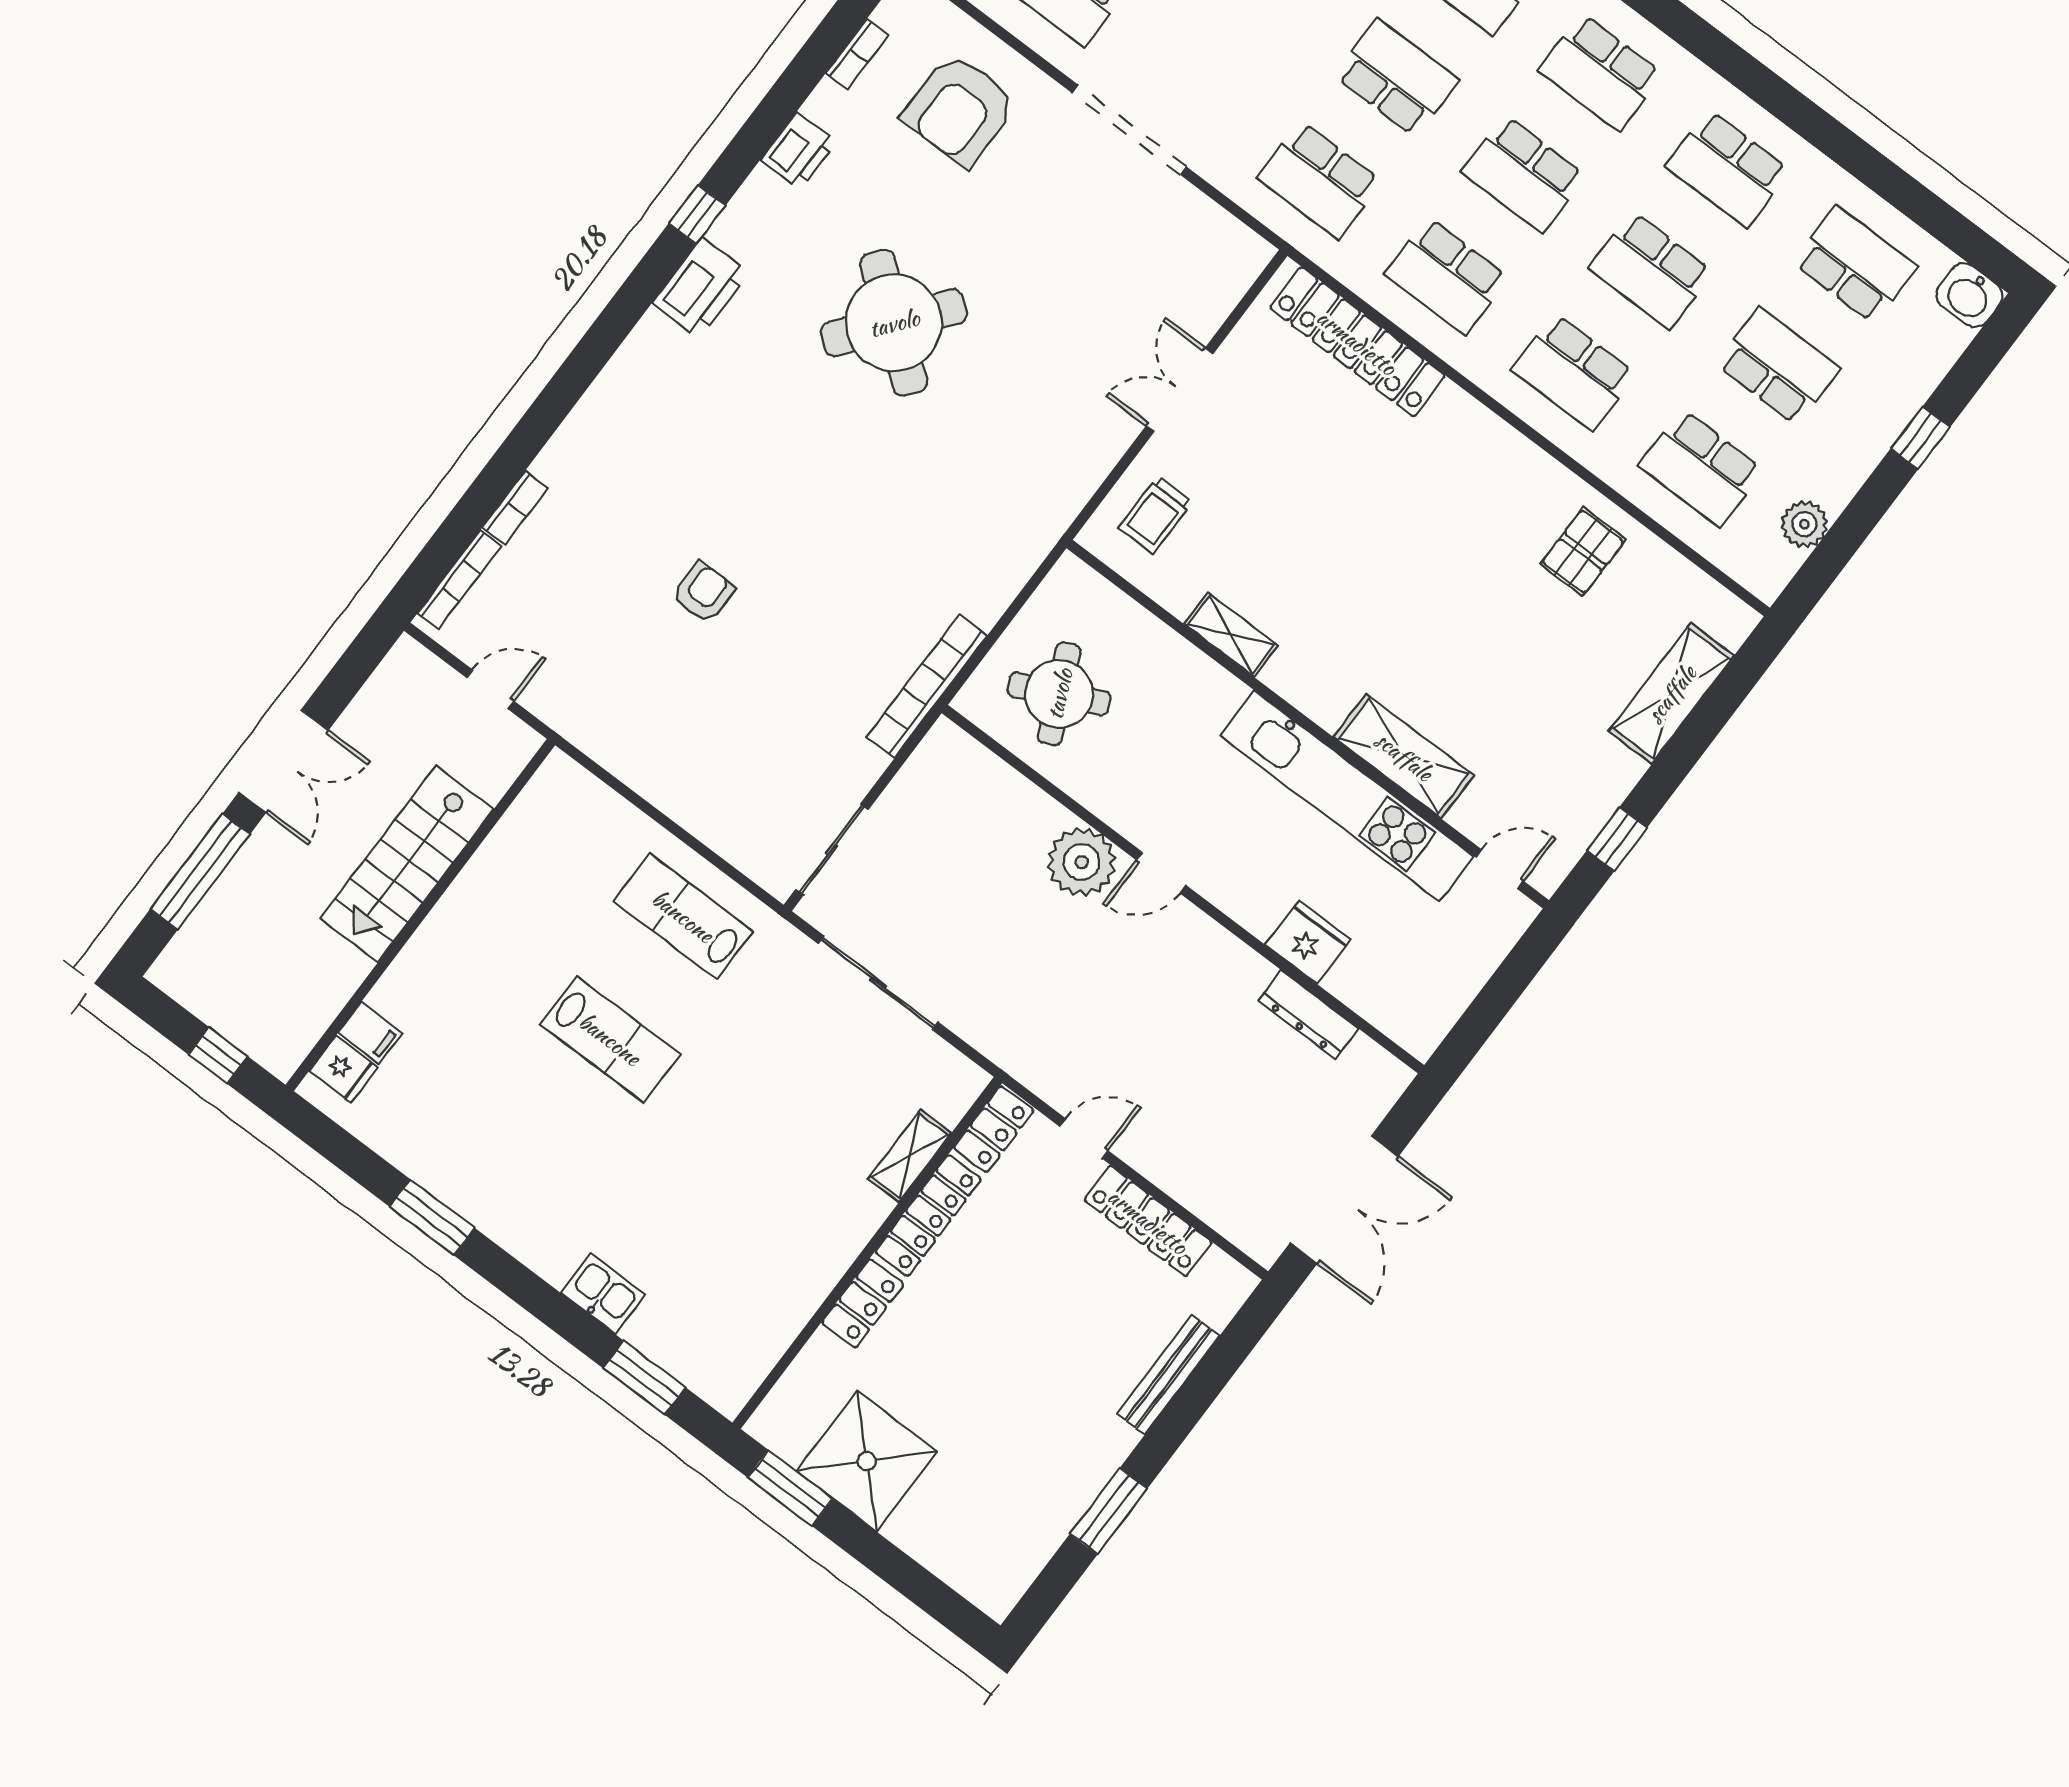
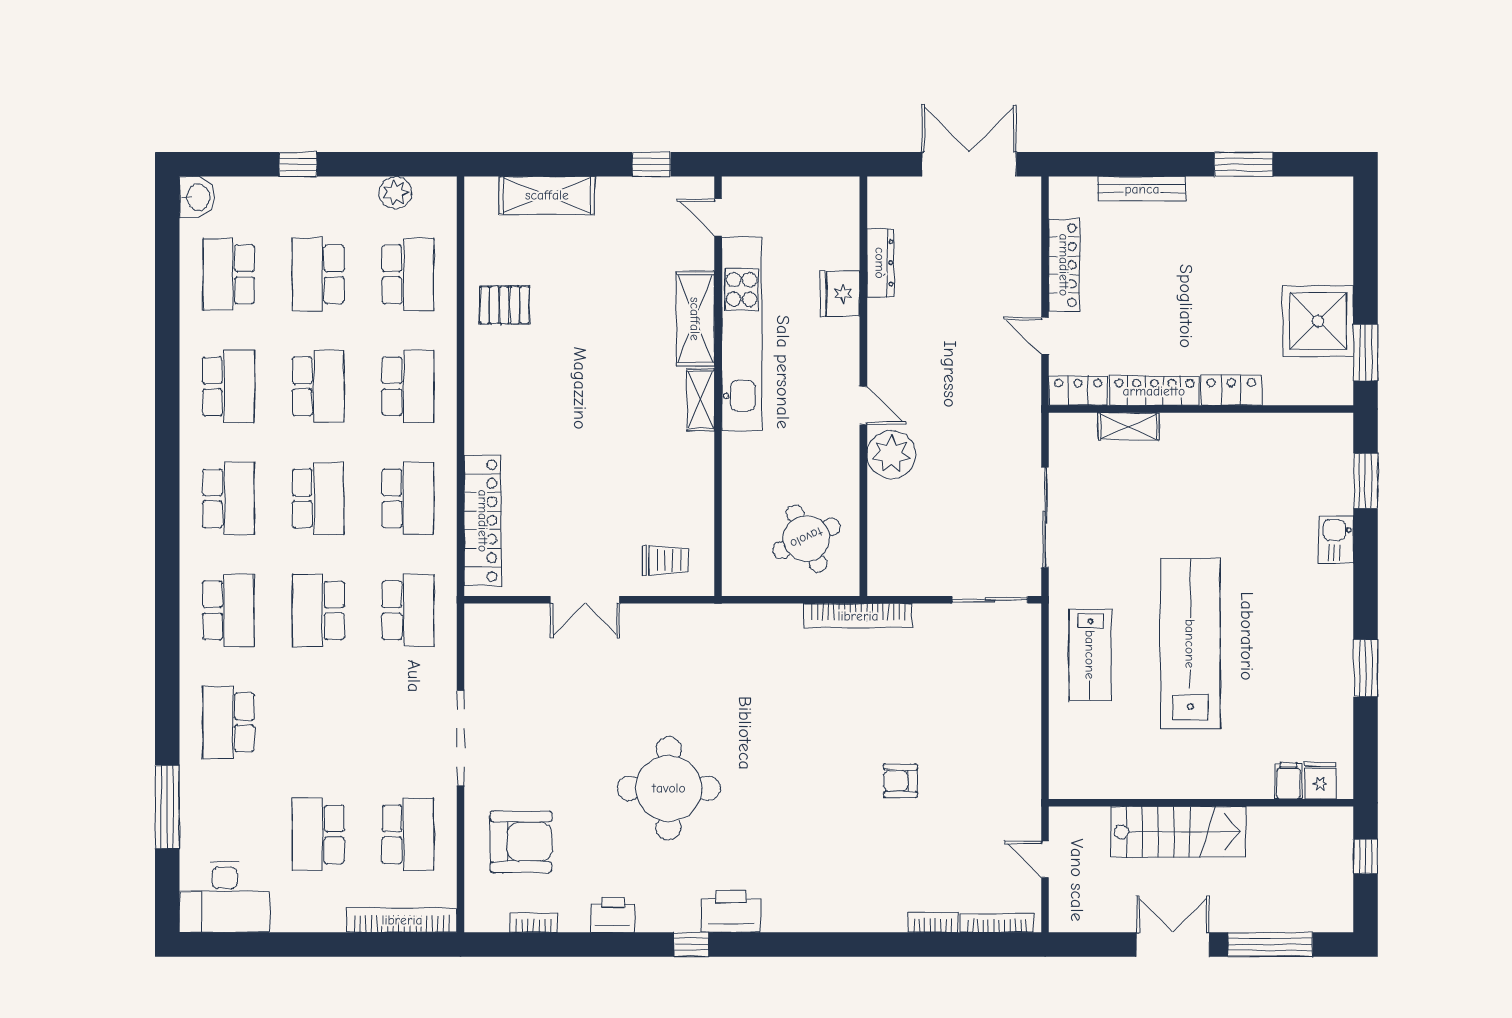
round table: (894, 323) -> (669, 788), turned -38
shelving: (1231, 635) -> (700, 400), moved
lab bench: (610, 1039) -> (1190, 644), width x1.86, depth x1.39

